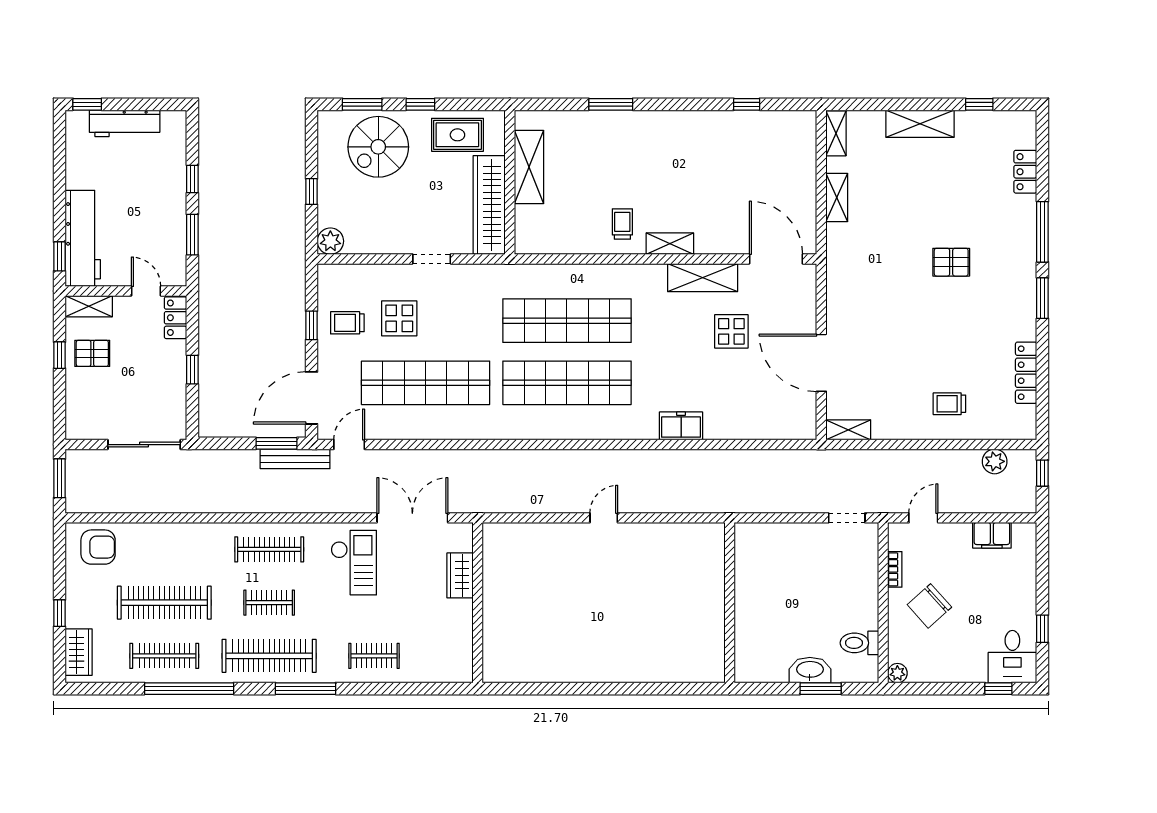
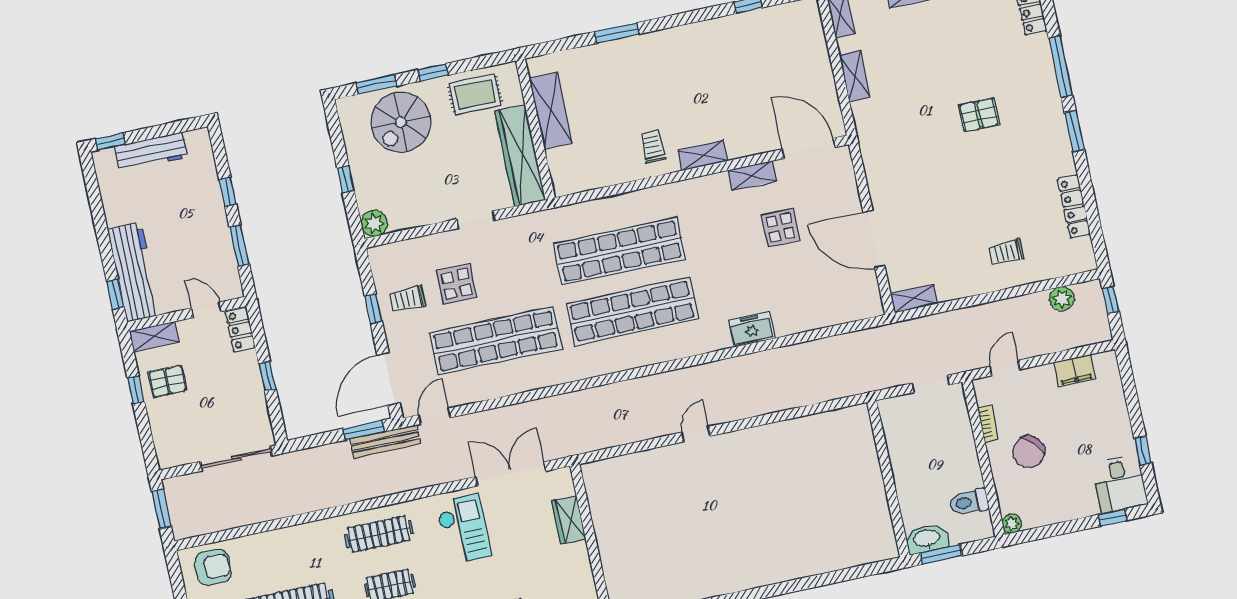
shelving: (703, 278) -> (752, 176), width x0.67, depth x0.75
wall: (730, 603) -> (888, 479), moved

